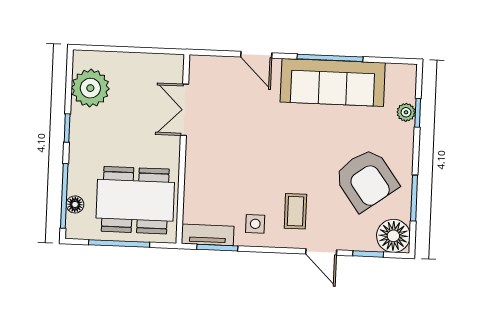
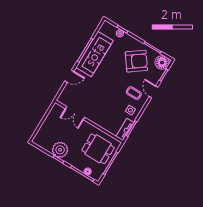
plant: (90, 88) -> (60, 150), moved
dining table: (135, 200) -> (98, 149), width x0.73
door: (321, 252) -> (154, 92), swing flipped

